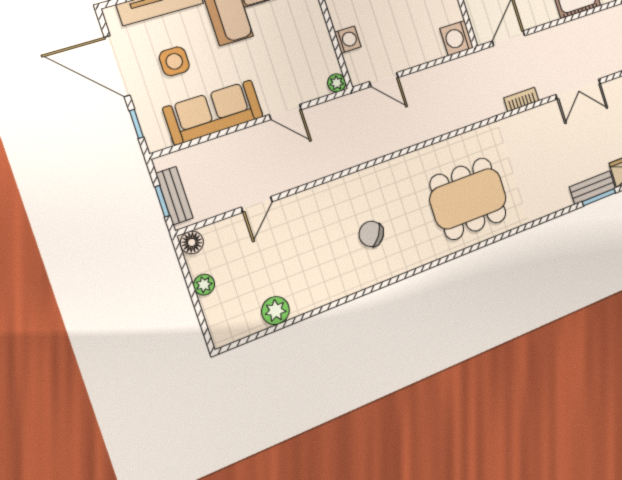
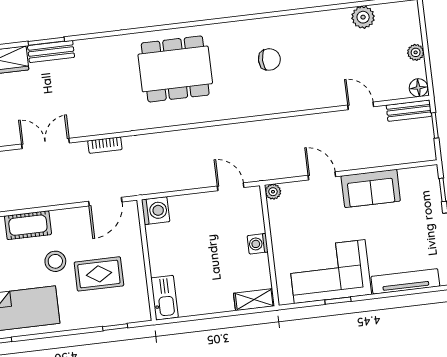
washing machine: (348, 40) -> (258, 244), moved
side table: (174, 61) -> (403, 234), removed
sofa: (213, 112) -> (371, 188), width x0.73
bench: (174, 196) -> (409, 111), moved, turned 90
door: (257, 204) -> (361, 106), hinge flipped
chair: (371, 234) -> (269, 59), turned -35

